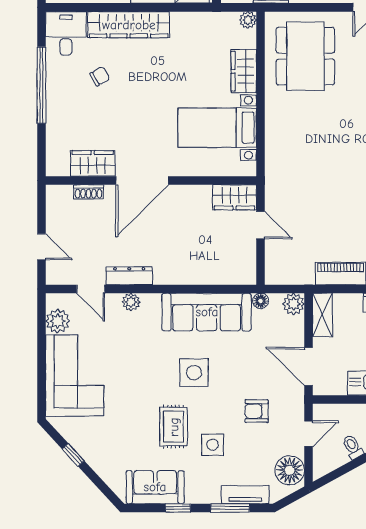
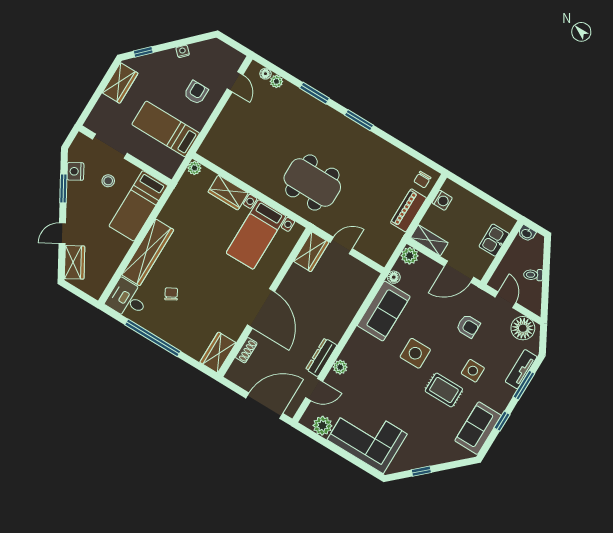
dining table: (305, 56) -> (312, 183), moved
wardrobe: (93, 163) -> (218, 352), moved
door: (41, 247) -> (264, 406), width x1.87
sofa: (207, 312) -> (384, 311), width x0.73
armchair: (257, 411) -> (468, 326), turned -90

